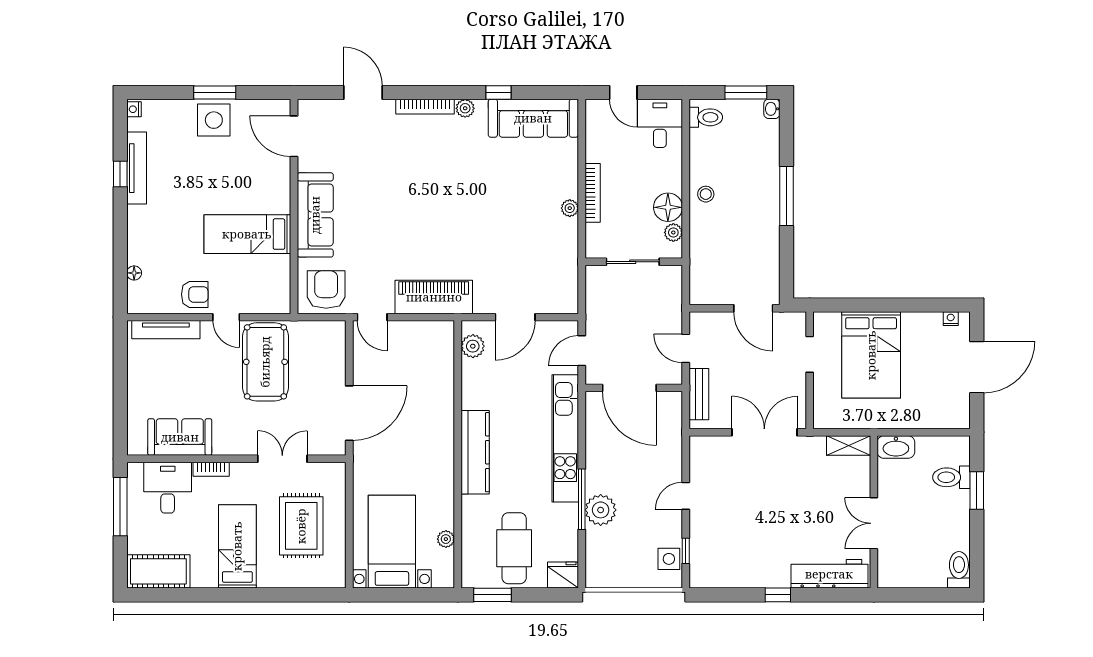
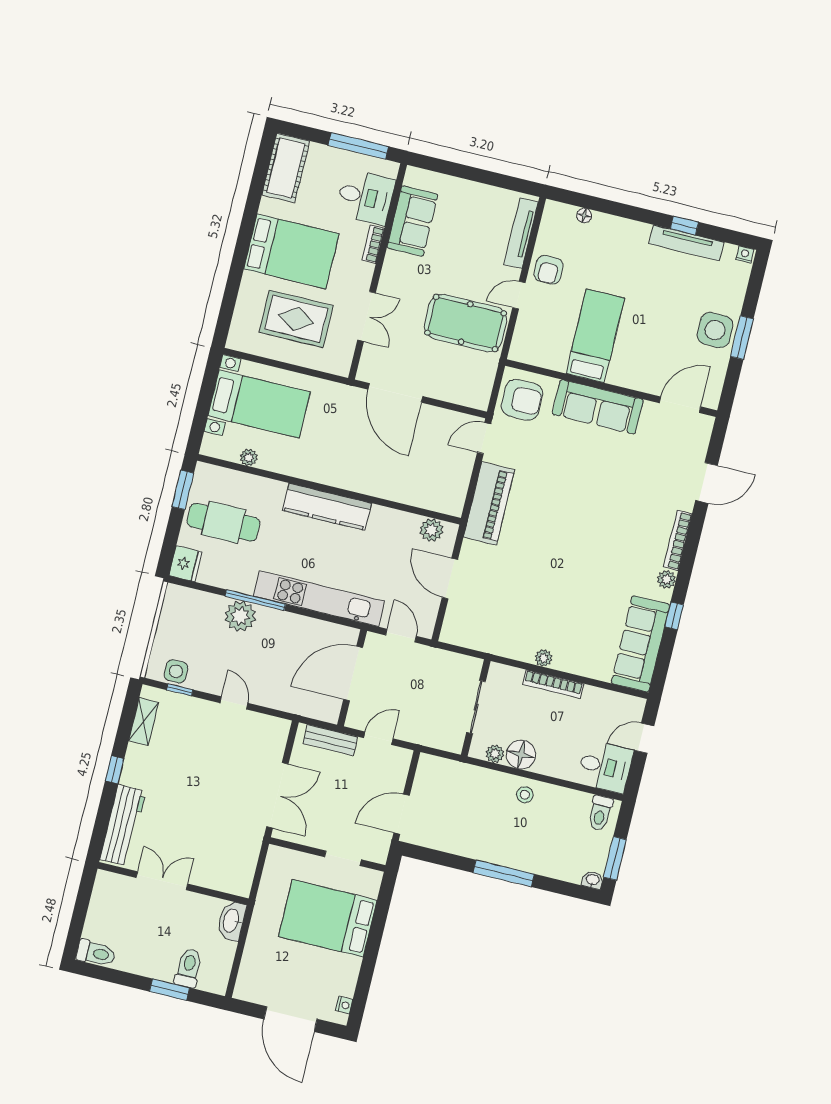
shelving: (849, 445) -> (144, 722), moved
bed: (237, 546) -> (291, 251), width x1.50

